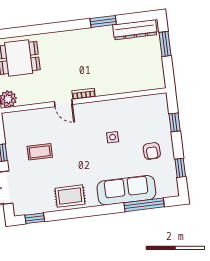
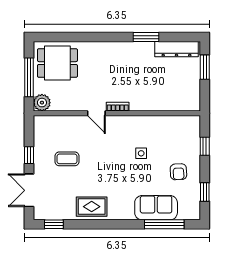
sofa: (126, 190) -> (156, 208), width x0.73

